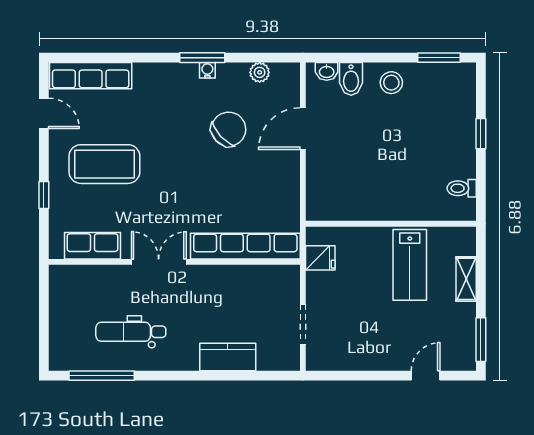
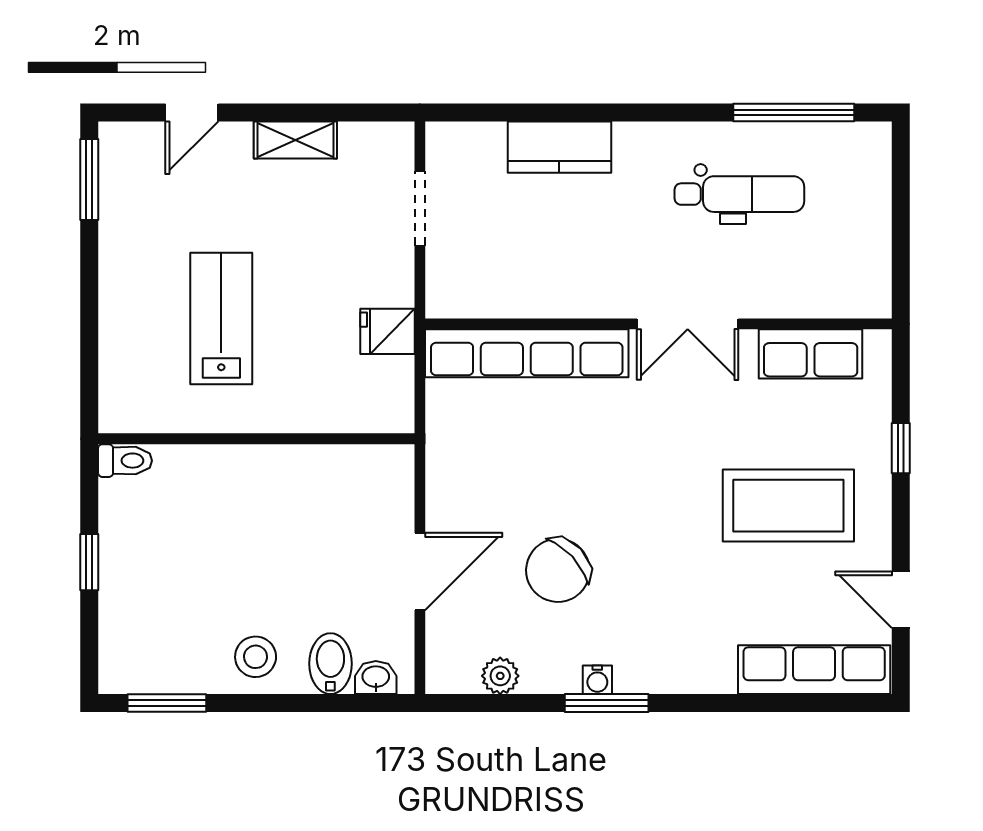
wall: (391, 224) -> (256, 439), moved
shelving: (466, 279) -> (295, 140), moved, turned 90

